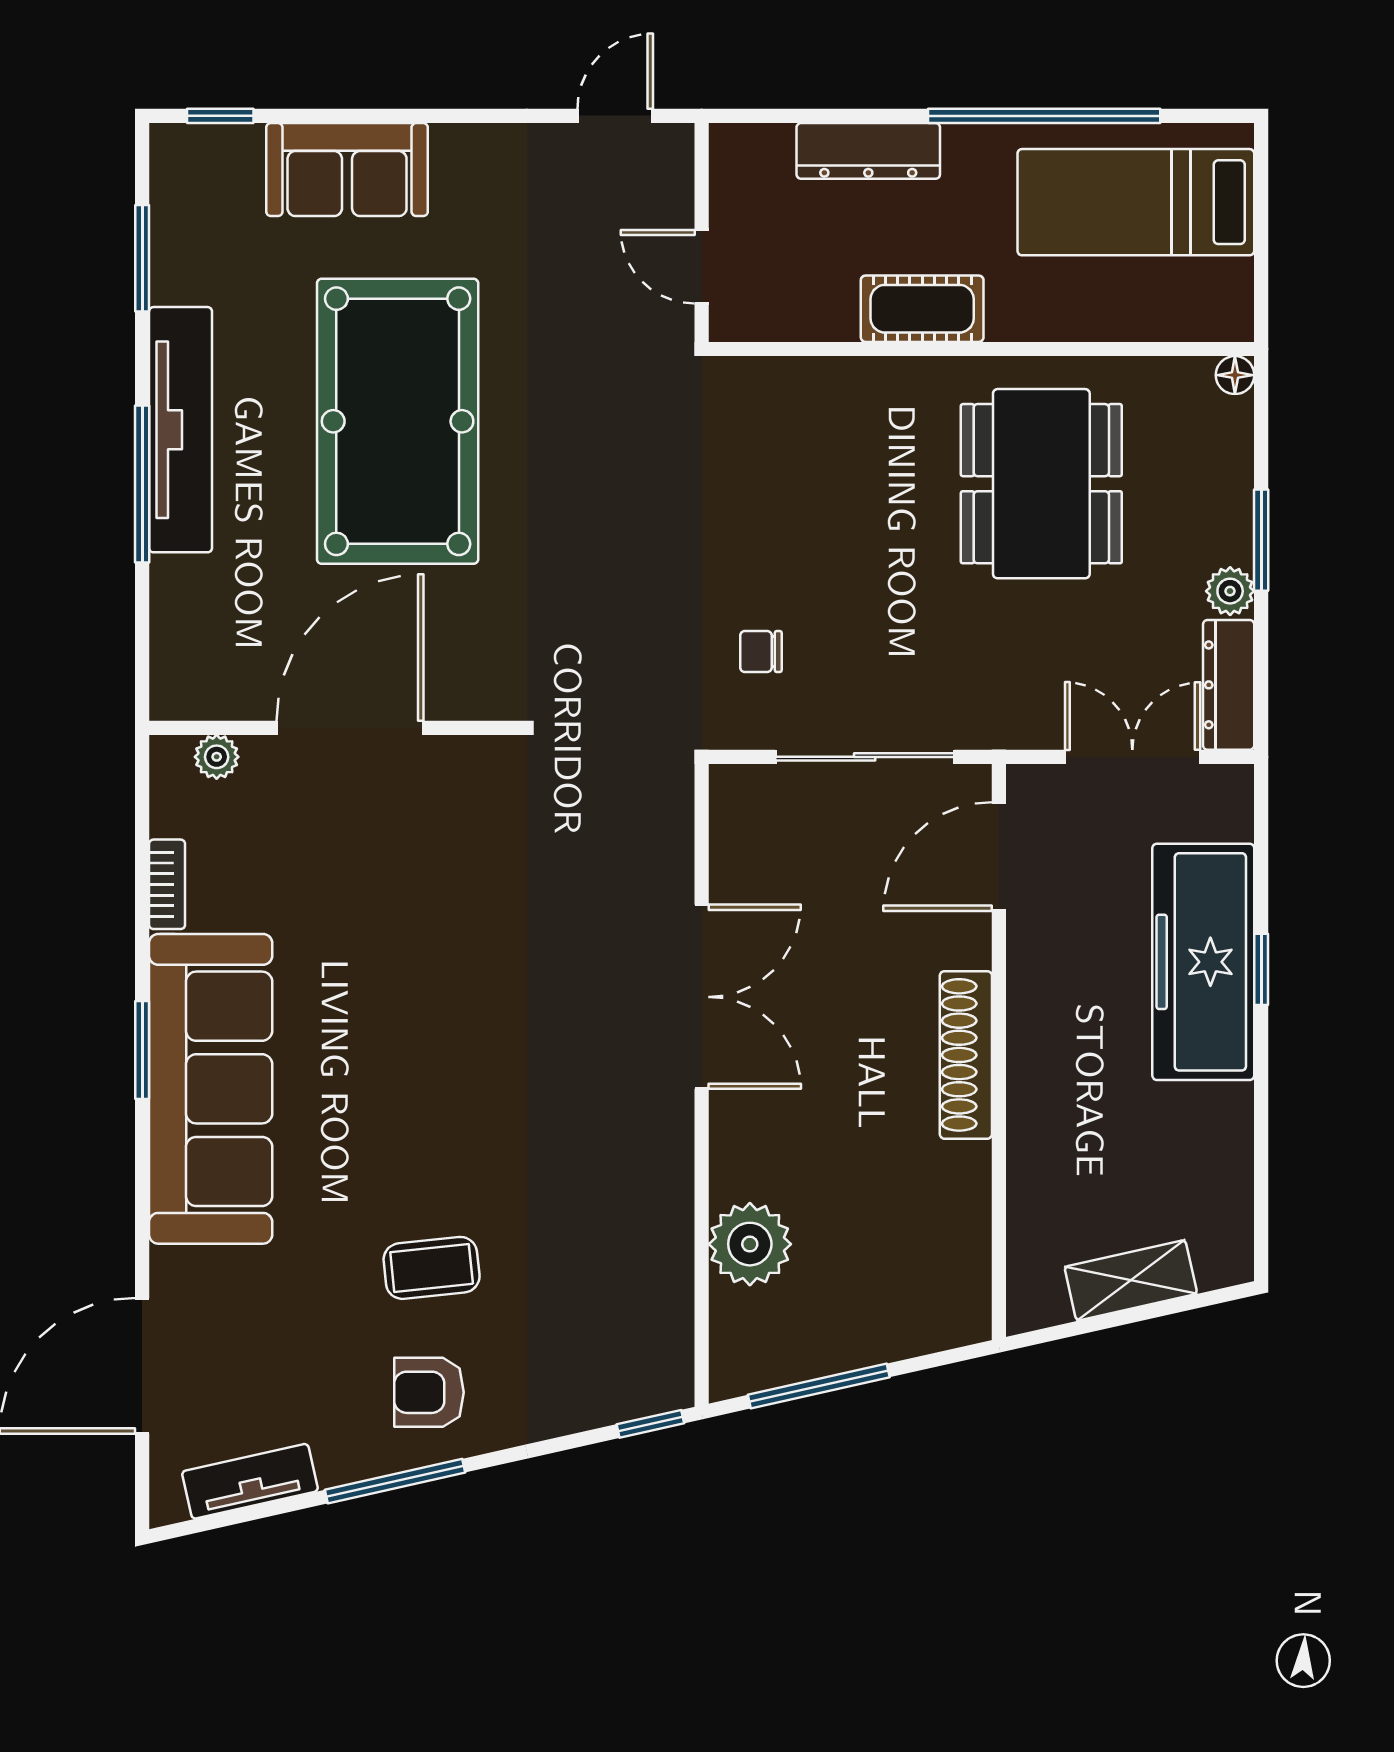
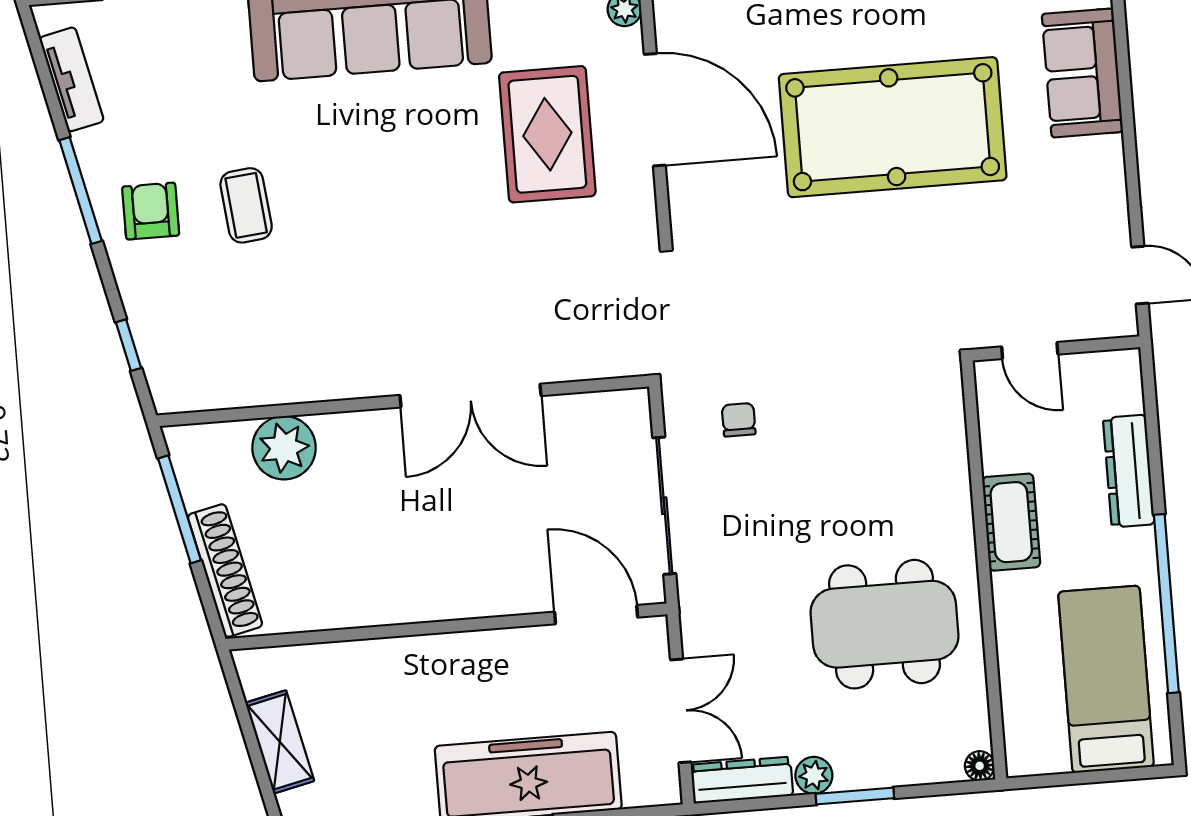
door: (702, 267) -> (1030, 351), swing flipped
rug: (371, 870) -> (547, 134), added
shoe rack: (966, 1055) -> (225, 571), moved, turned 77
window: (650, 1424) -> (129, 345), moved

